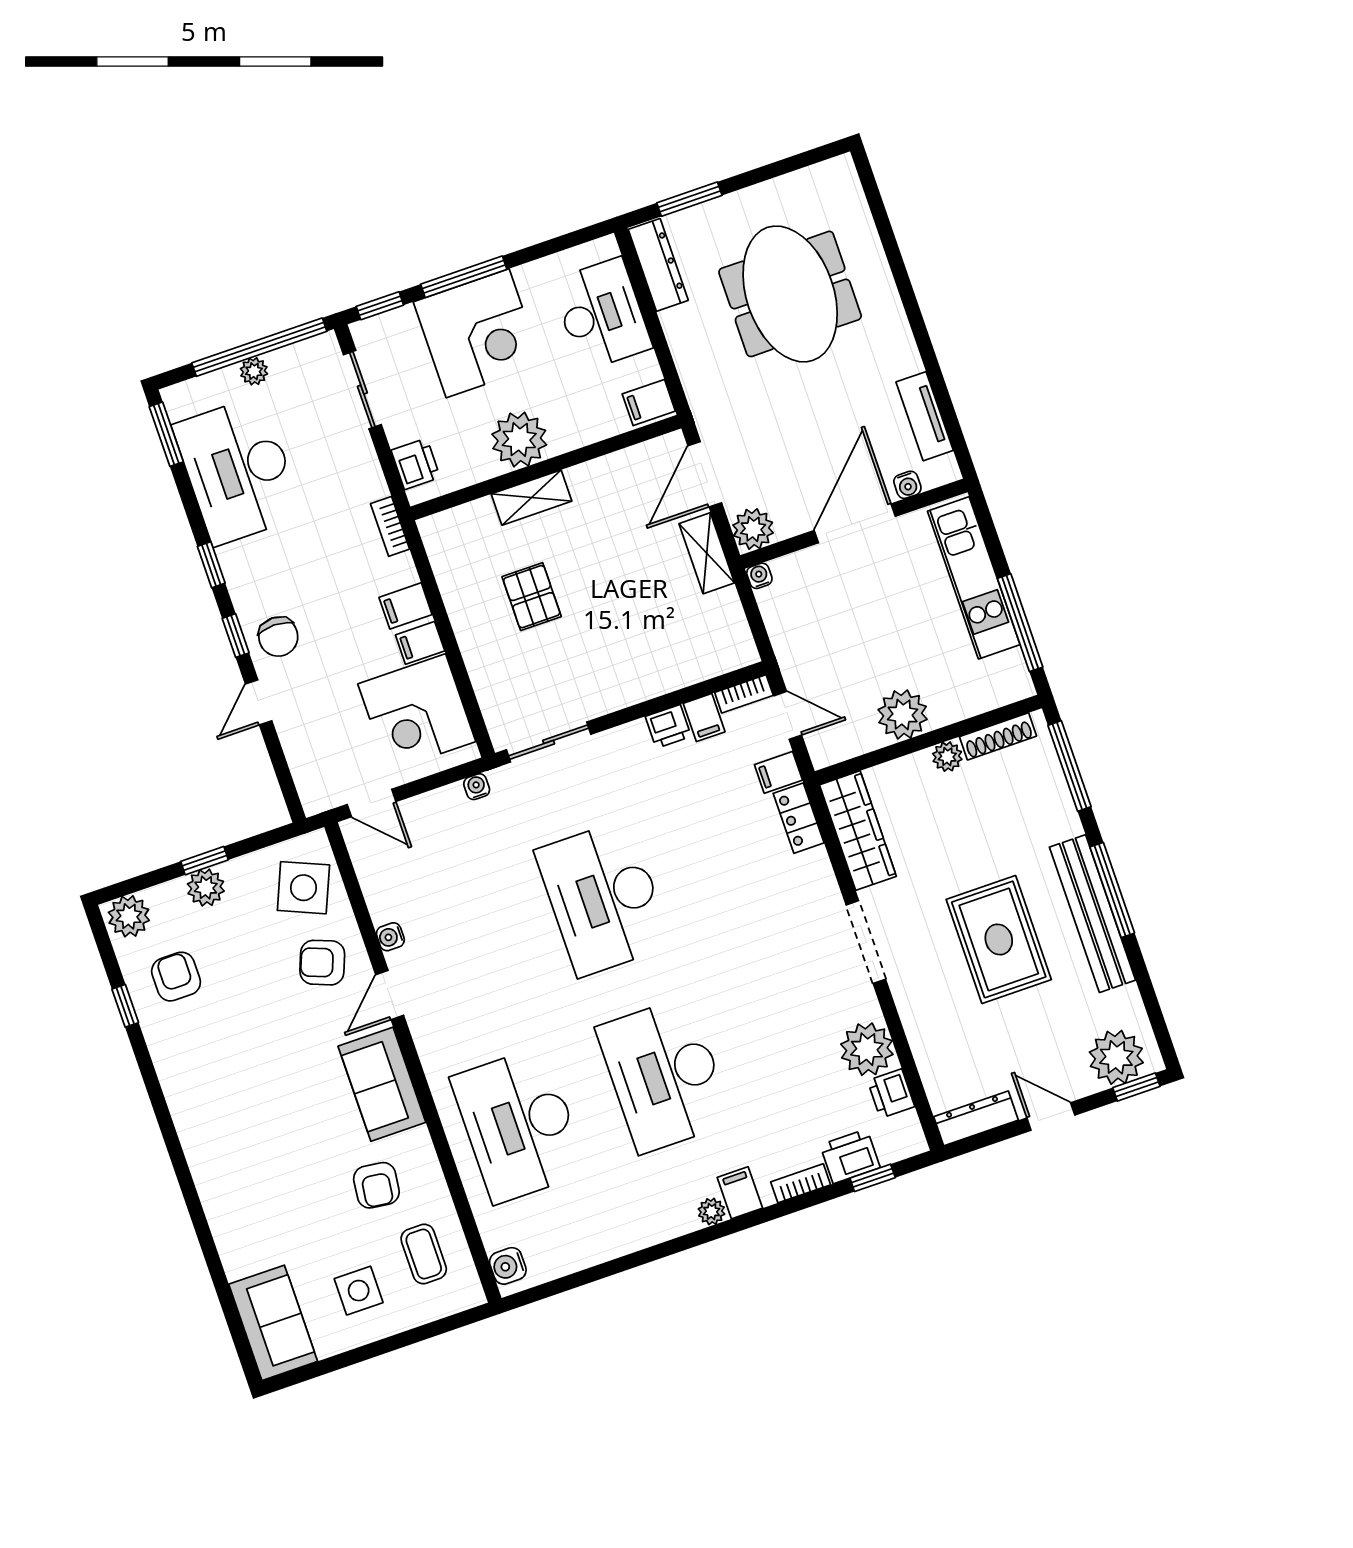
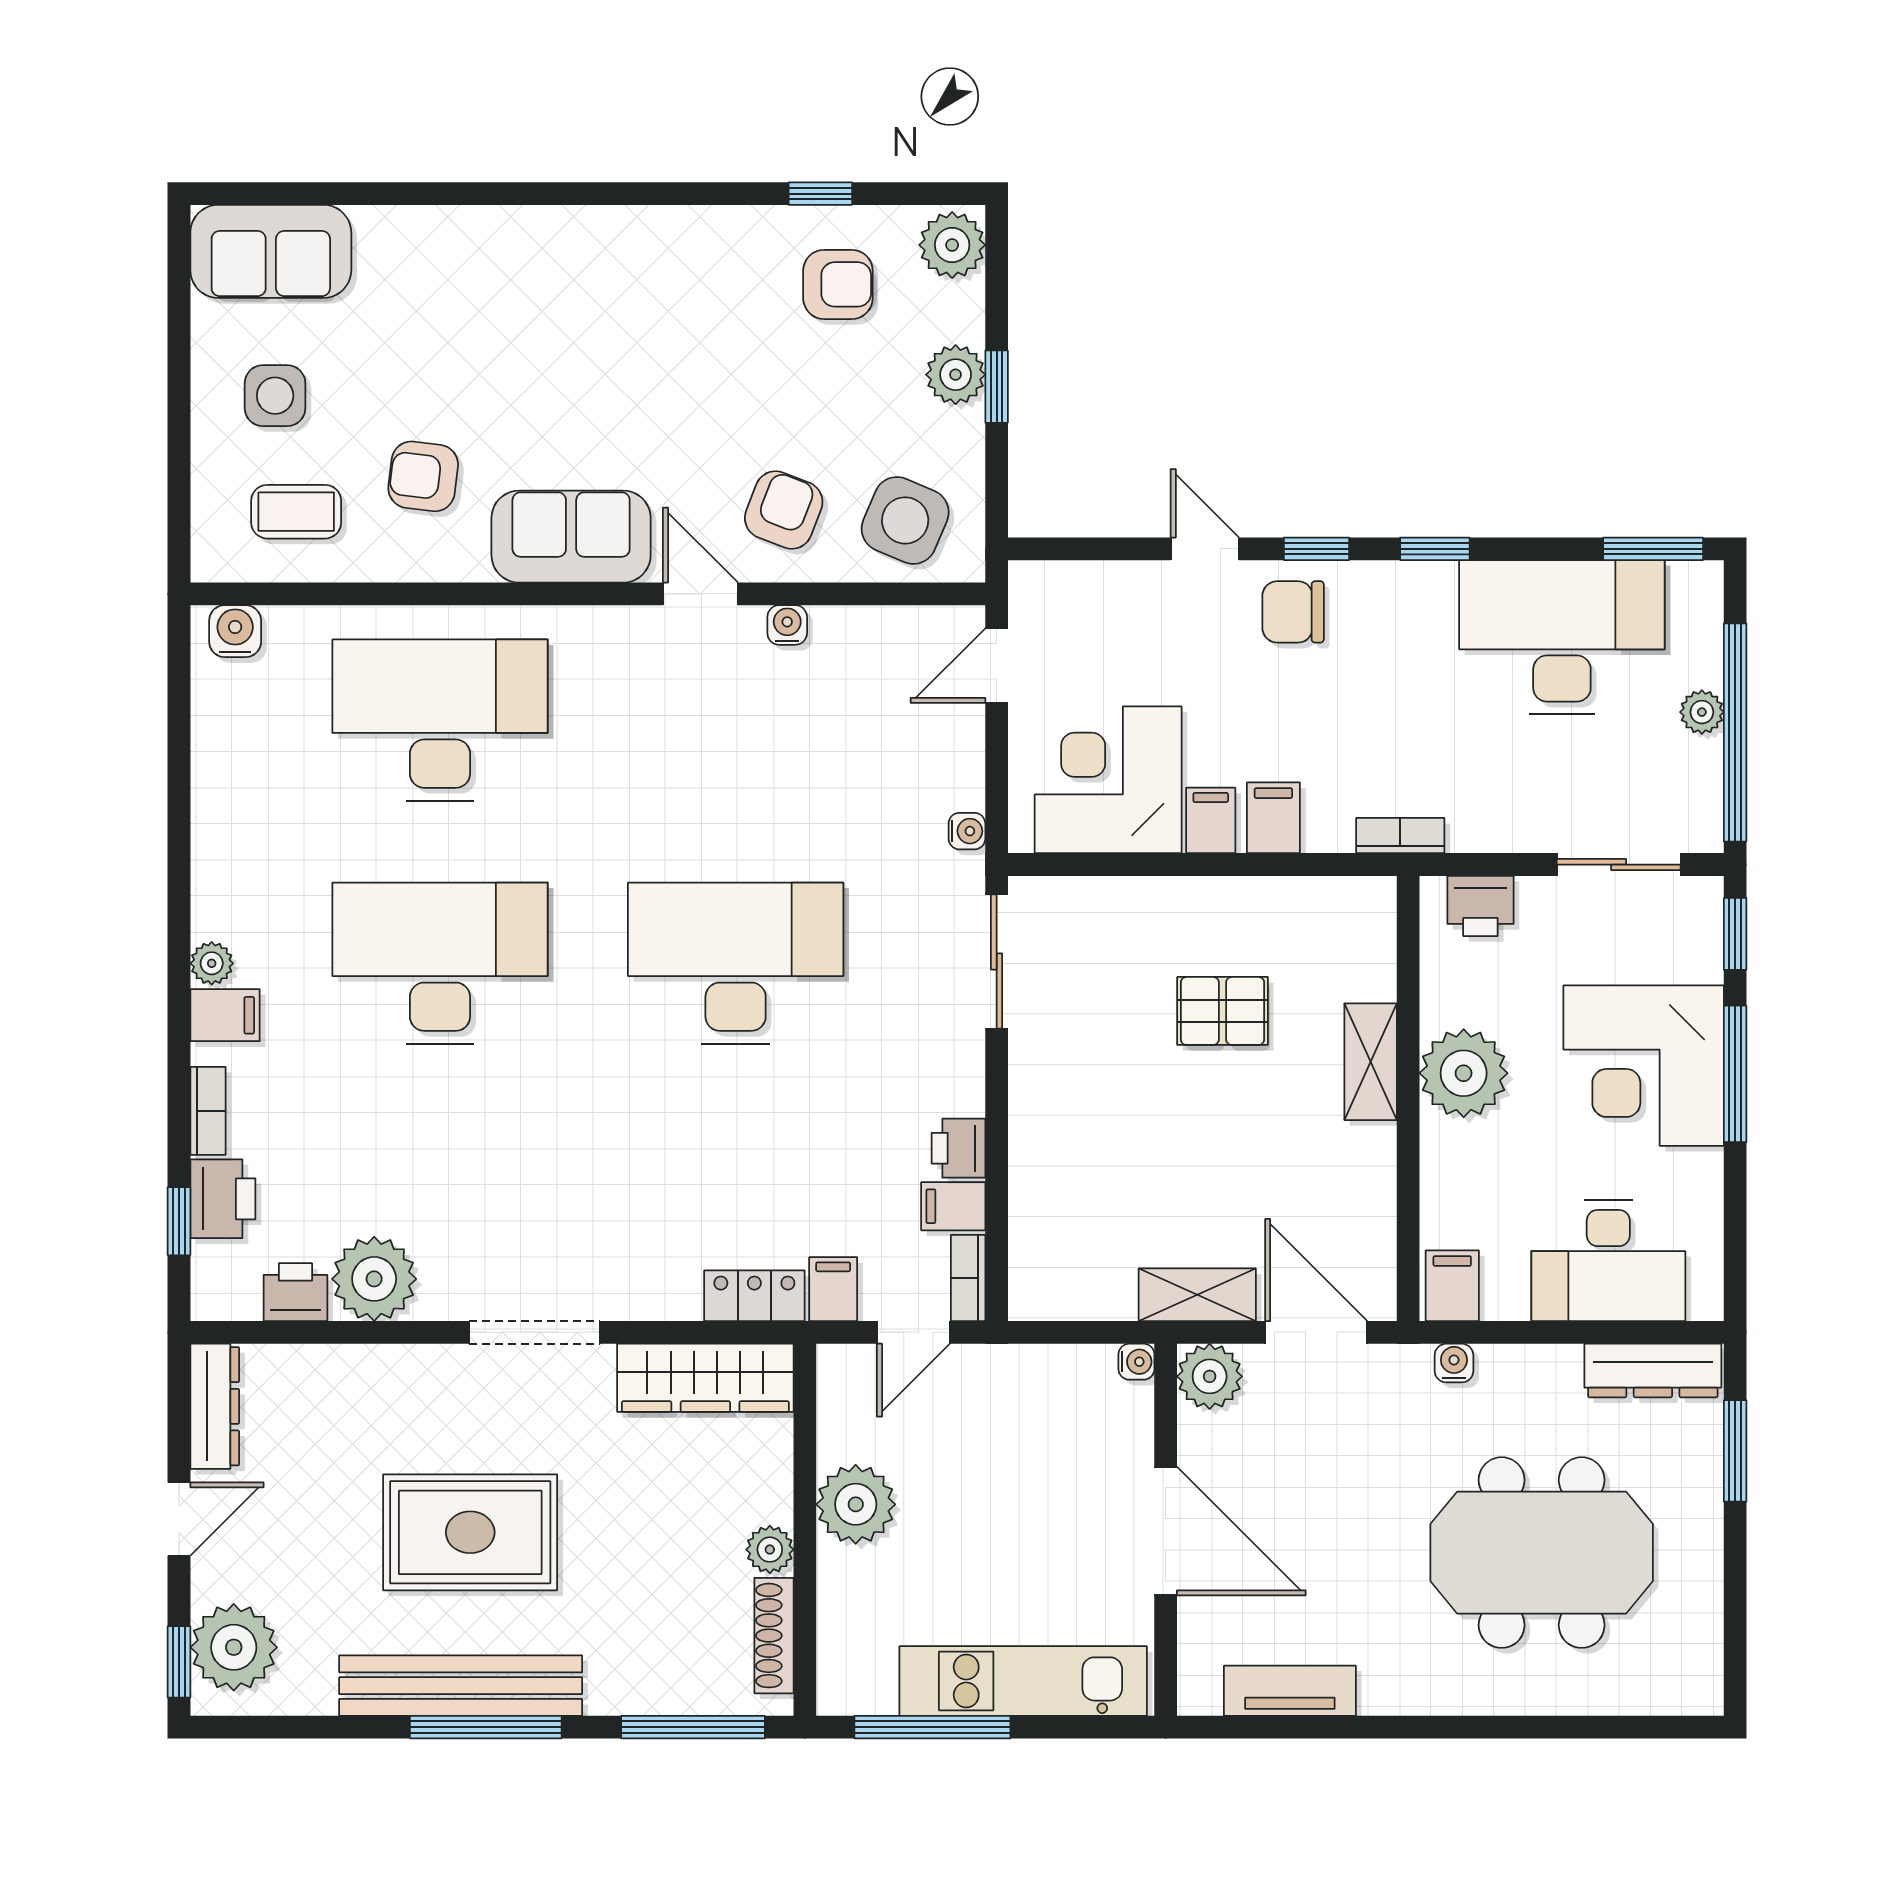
water cooler: (907, 485) -> (1454, 1363), moved, turned 90

